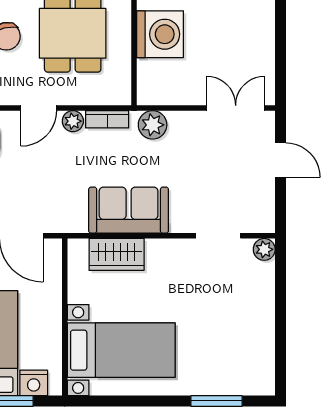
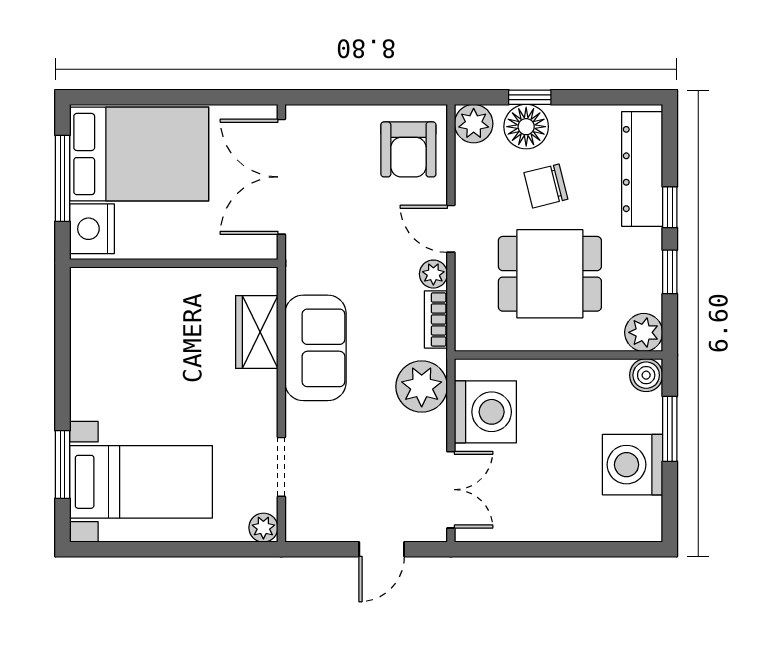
washing machine: (160, 34) -> (485, 412), moved, turned -90
plant: (153, 125) -> (422, 387), width x1.36, depth x1.36
bed with nightstands: (121, 350) -> (141, 482), moved, turned -90
nightstand: (34, 383) -> (92, 229), width x1.36, depth x1.33

